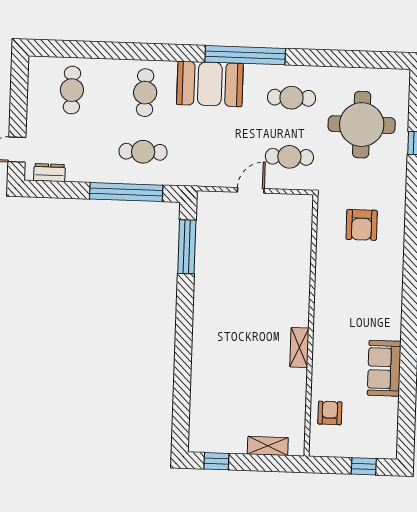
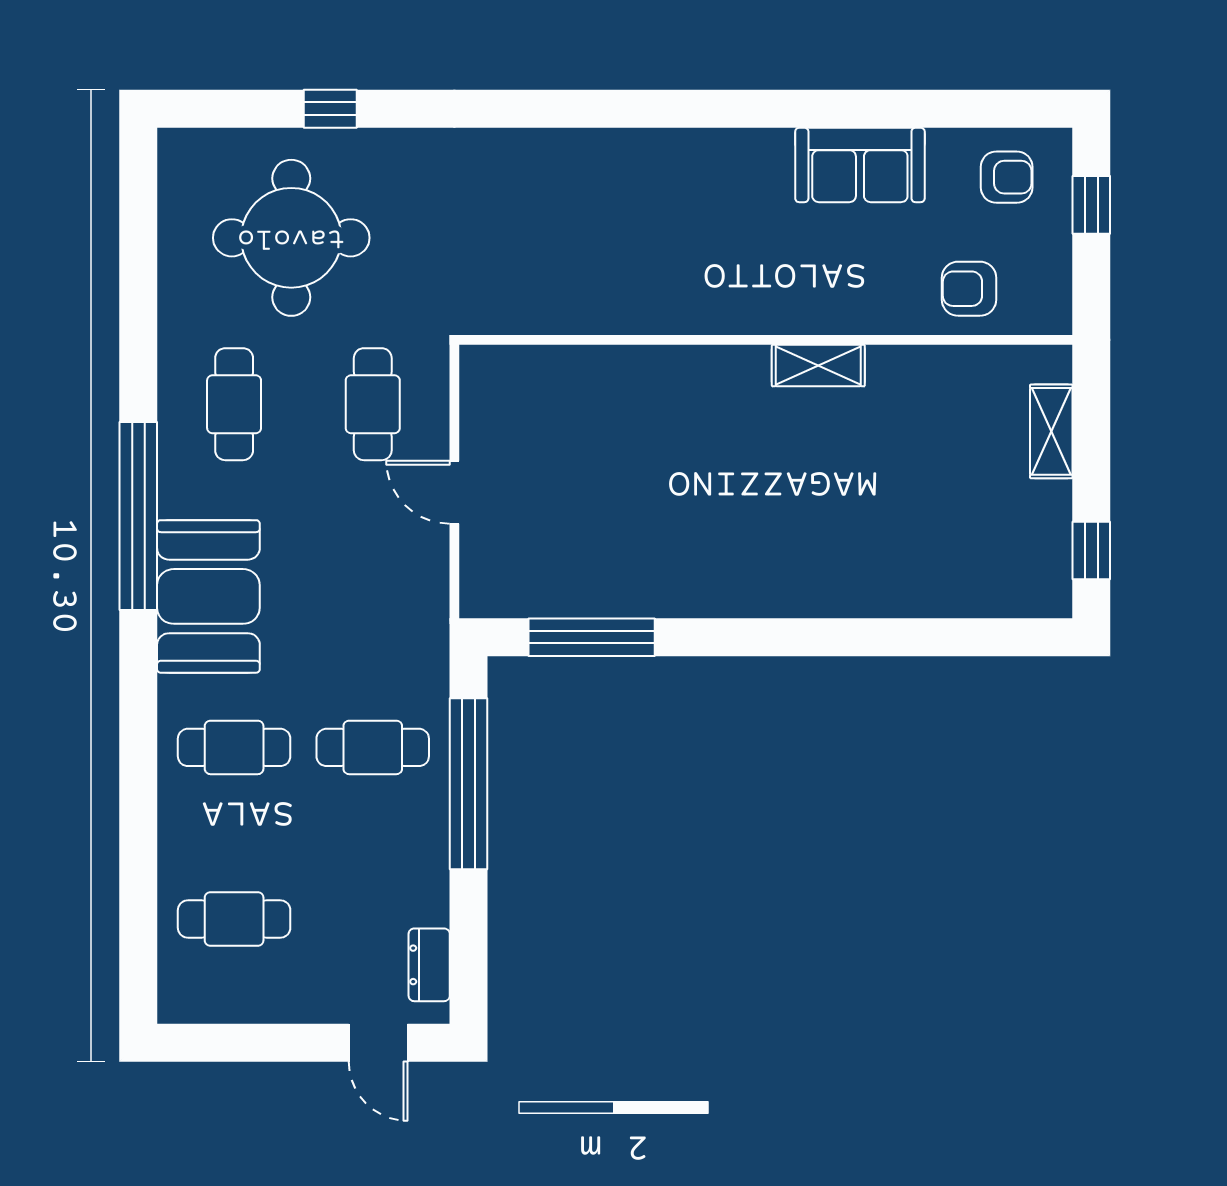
cafe table: (143, 152) -> (373, 747), turned 90
armchair: (362, 225) -> (1007, 177), moved, width x0.72, depth x0.72

